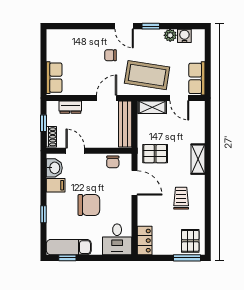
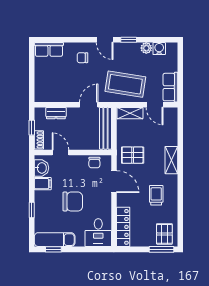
chair: (111, 55) -> (82, 58), moved
row of seats: (54, 78) -> (49, 49), moved, turned 90
locker: (145, 241) -> (123, 227), width x1.53

